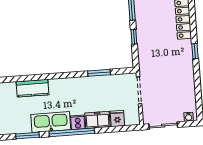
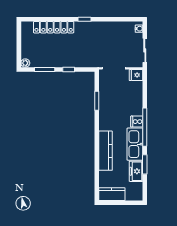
kitchen counter: (33, 88) -> (106, 151), width x1.50
fridge: (117, 118) -> (136, 75), moved
freezer: (98, 120) -> (136, 171), moved

